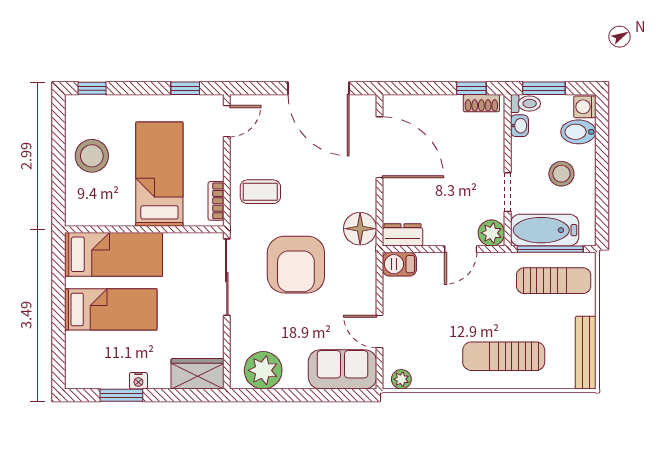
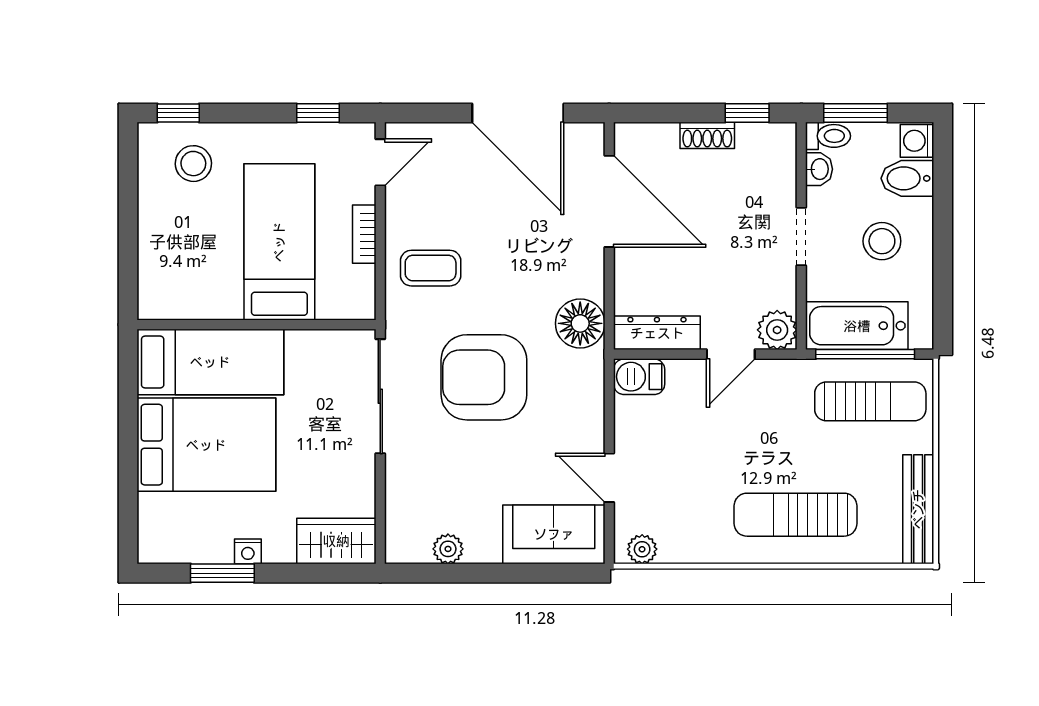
shoe rack: (481, 103) -> (707, 135), moved
stool: (92, 156) -> (193, 164), moved, width x0.73, depth x0.73
doorway: (508, 192) -> (801, 236), moved
bookcase: (216, 201) -> (364, 234), moved
dresser: (403, 235) -> (657, 333), width x1.44
armchair: (296, 265) -> (484, 377), turned 90
bed: (111, 309) -> (206, 445), width x1.50
plant: (263, 370) -> (448, 549), width x0.53, depth x0.53

